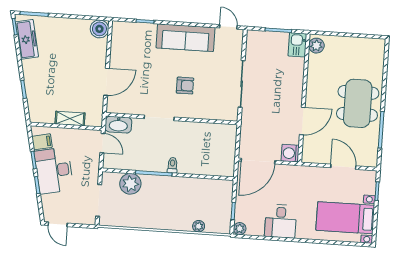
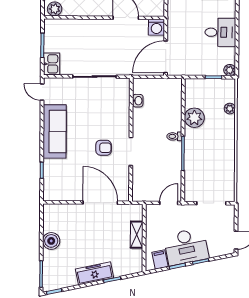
door: (228, 27) -> (42, 92), hinge flipped
boiler: (99, 29) -> (51, 241), moved
freezer: (27, 39) -> (94, 273), moved
kitchen sink: (297, 45) -> (52, 64), moved, turned -90
door: (107, 82) -> (100, 203), width x1.36
armchair: (185, 86) -> (104, 148), moved, turned 90
washbasin: (118, 125) -> (138, 101), moved, width x0.52, depth x0.69
door: (102, 143) -> (169, 203), moved
door: (258, 161) -> (166, 57), swing flipped
plant: (130, 184) -> (194, 118), moved

